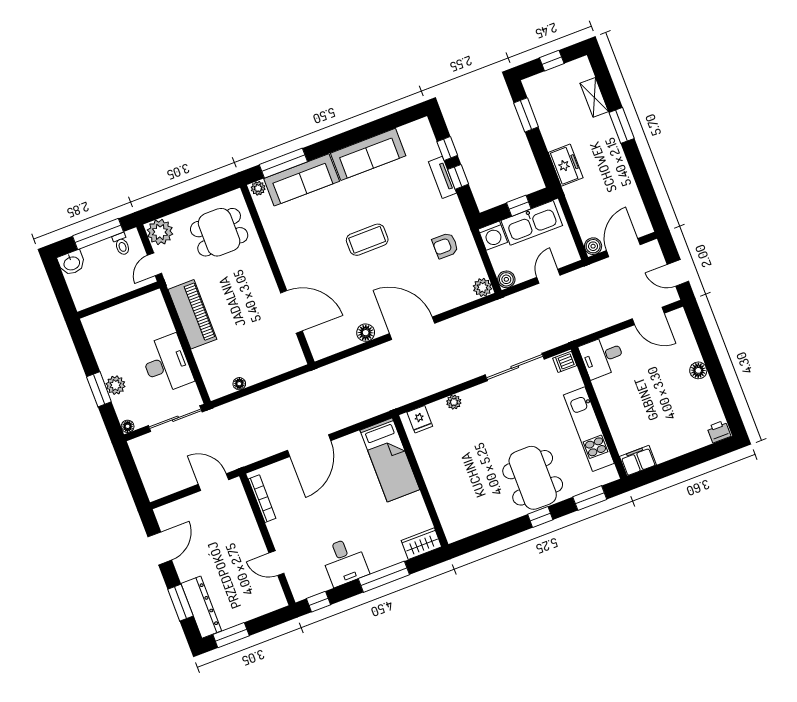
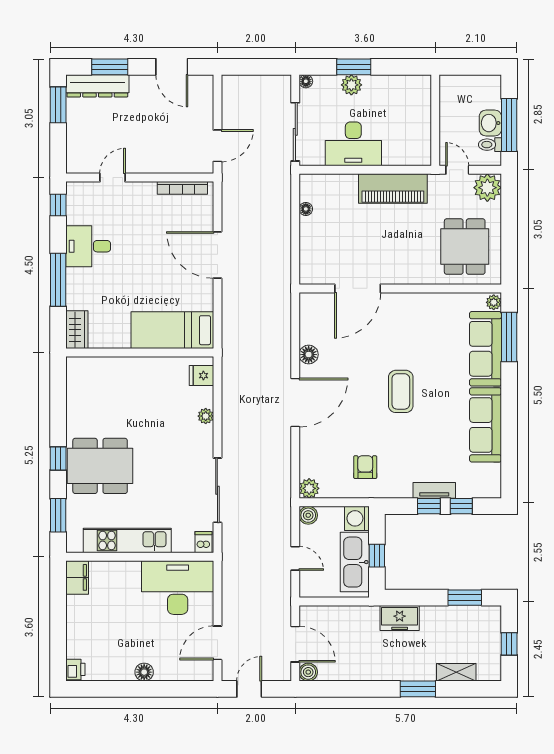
boiler: (593, 246) -> (308, 672), moved
washbasin: (72, 263) -> (490, 123), moved
desk: (602, 357) -> (178, 588), width x1.87, depth x1.30

